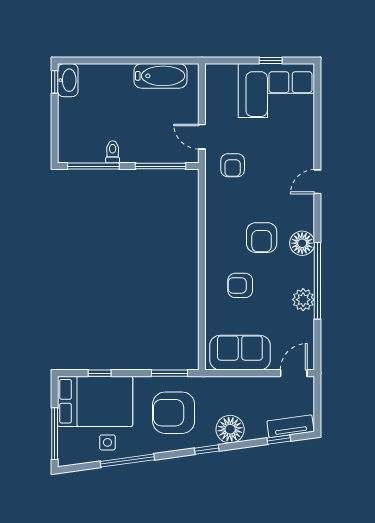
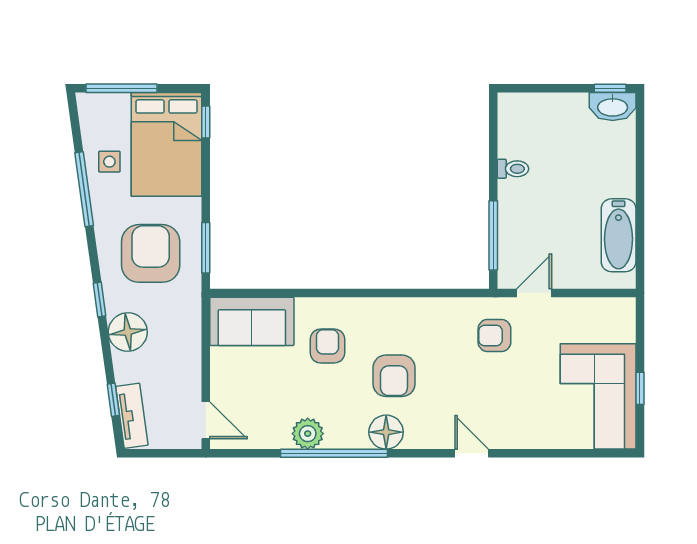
window: (93, 166) -> (493, 142), removed
armchair: (262, 238) -> (394, 376), turned -90
sofa: (240, 353) -> (252, 321), moved, turned 90
window: (100, 373) -> (206, 122), moved

